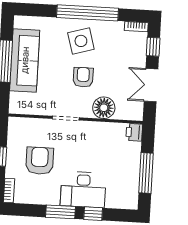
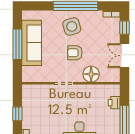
armchair: (83, 77) -> (75, 53), turned -90
printer: (134, 132) -> (114, 103), moved
armchair: (40, 161) -> (47, 115), removed

